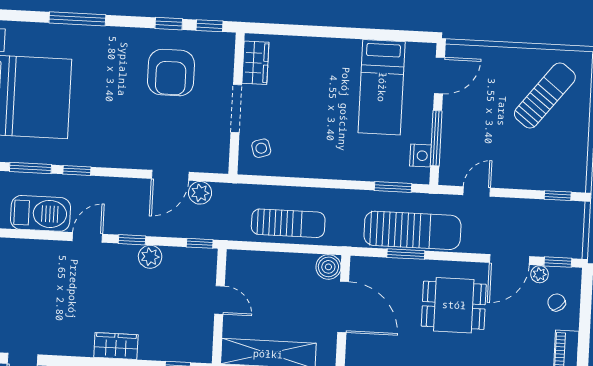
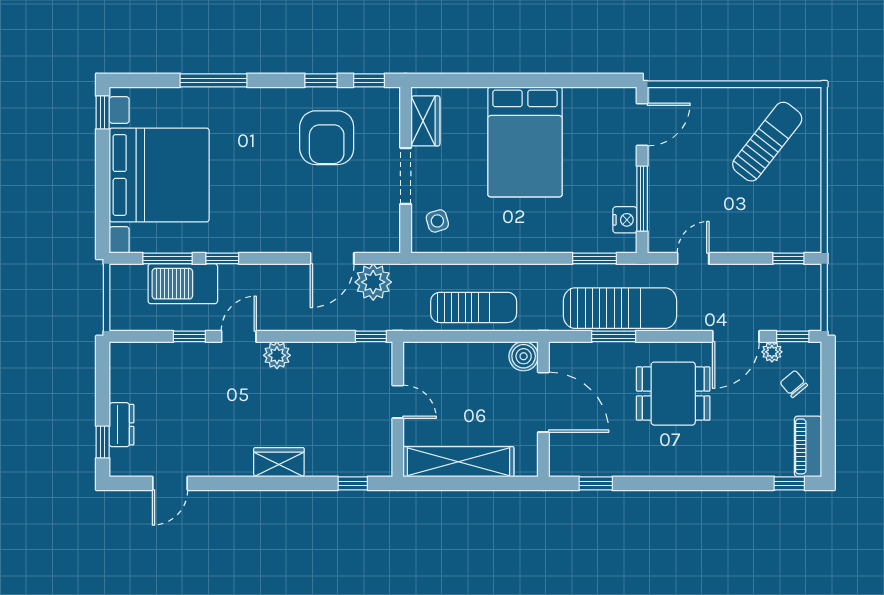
bed: (382, 87) -> (525, 142), moved, width x1.50
plant: (200, 193) -> (373, 282), width x1.36, depth x1.36
barbecue: (41, 213) -> (183, 284), moved, turned 180
window: (132, 240) -> (189, 336), moved
plant: (150, 257) -> (277, 355), moved

